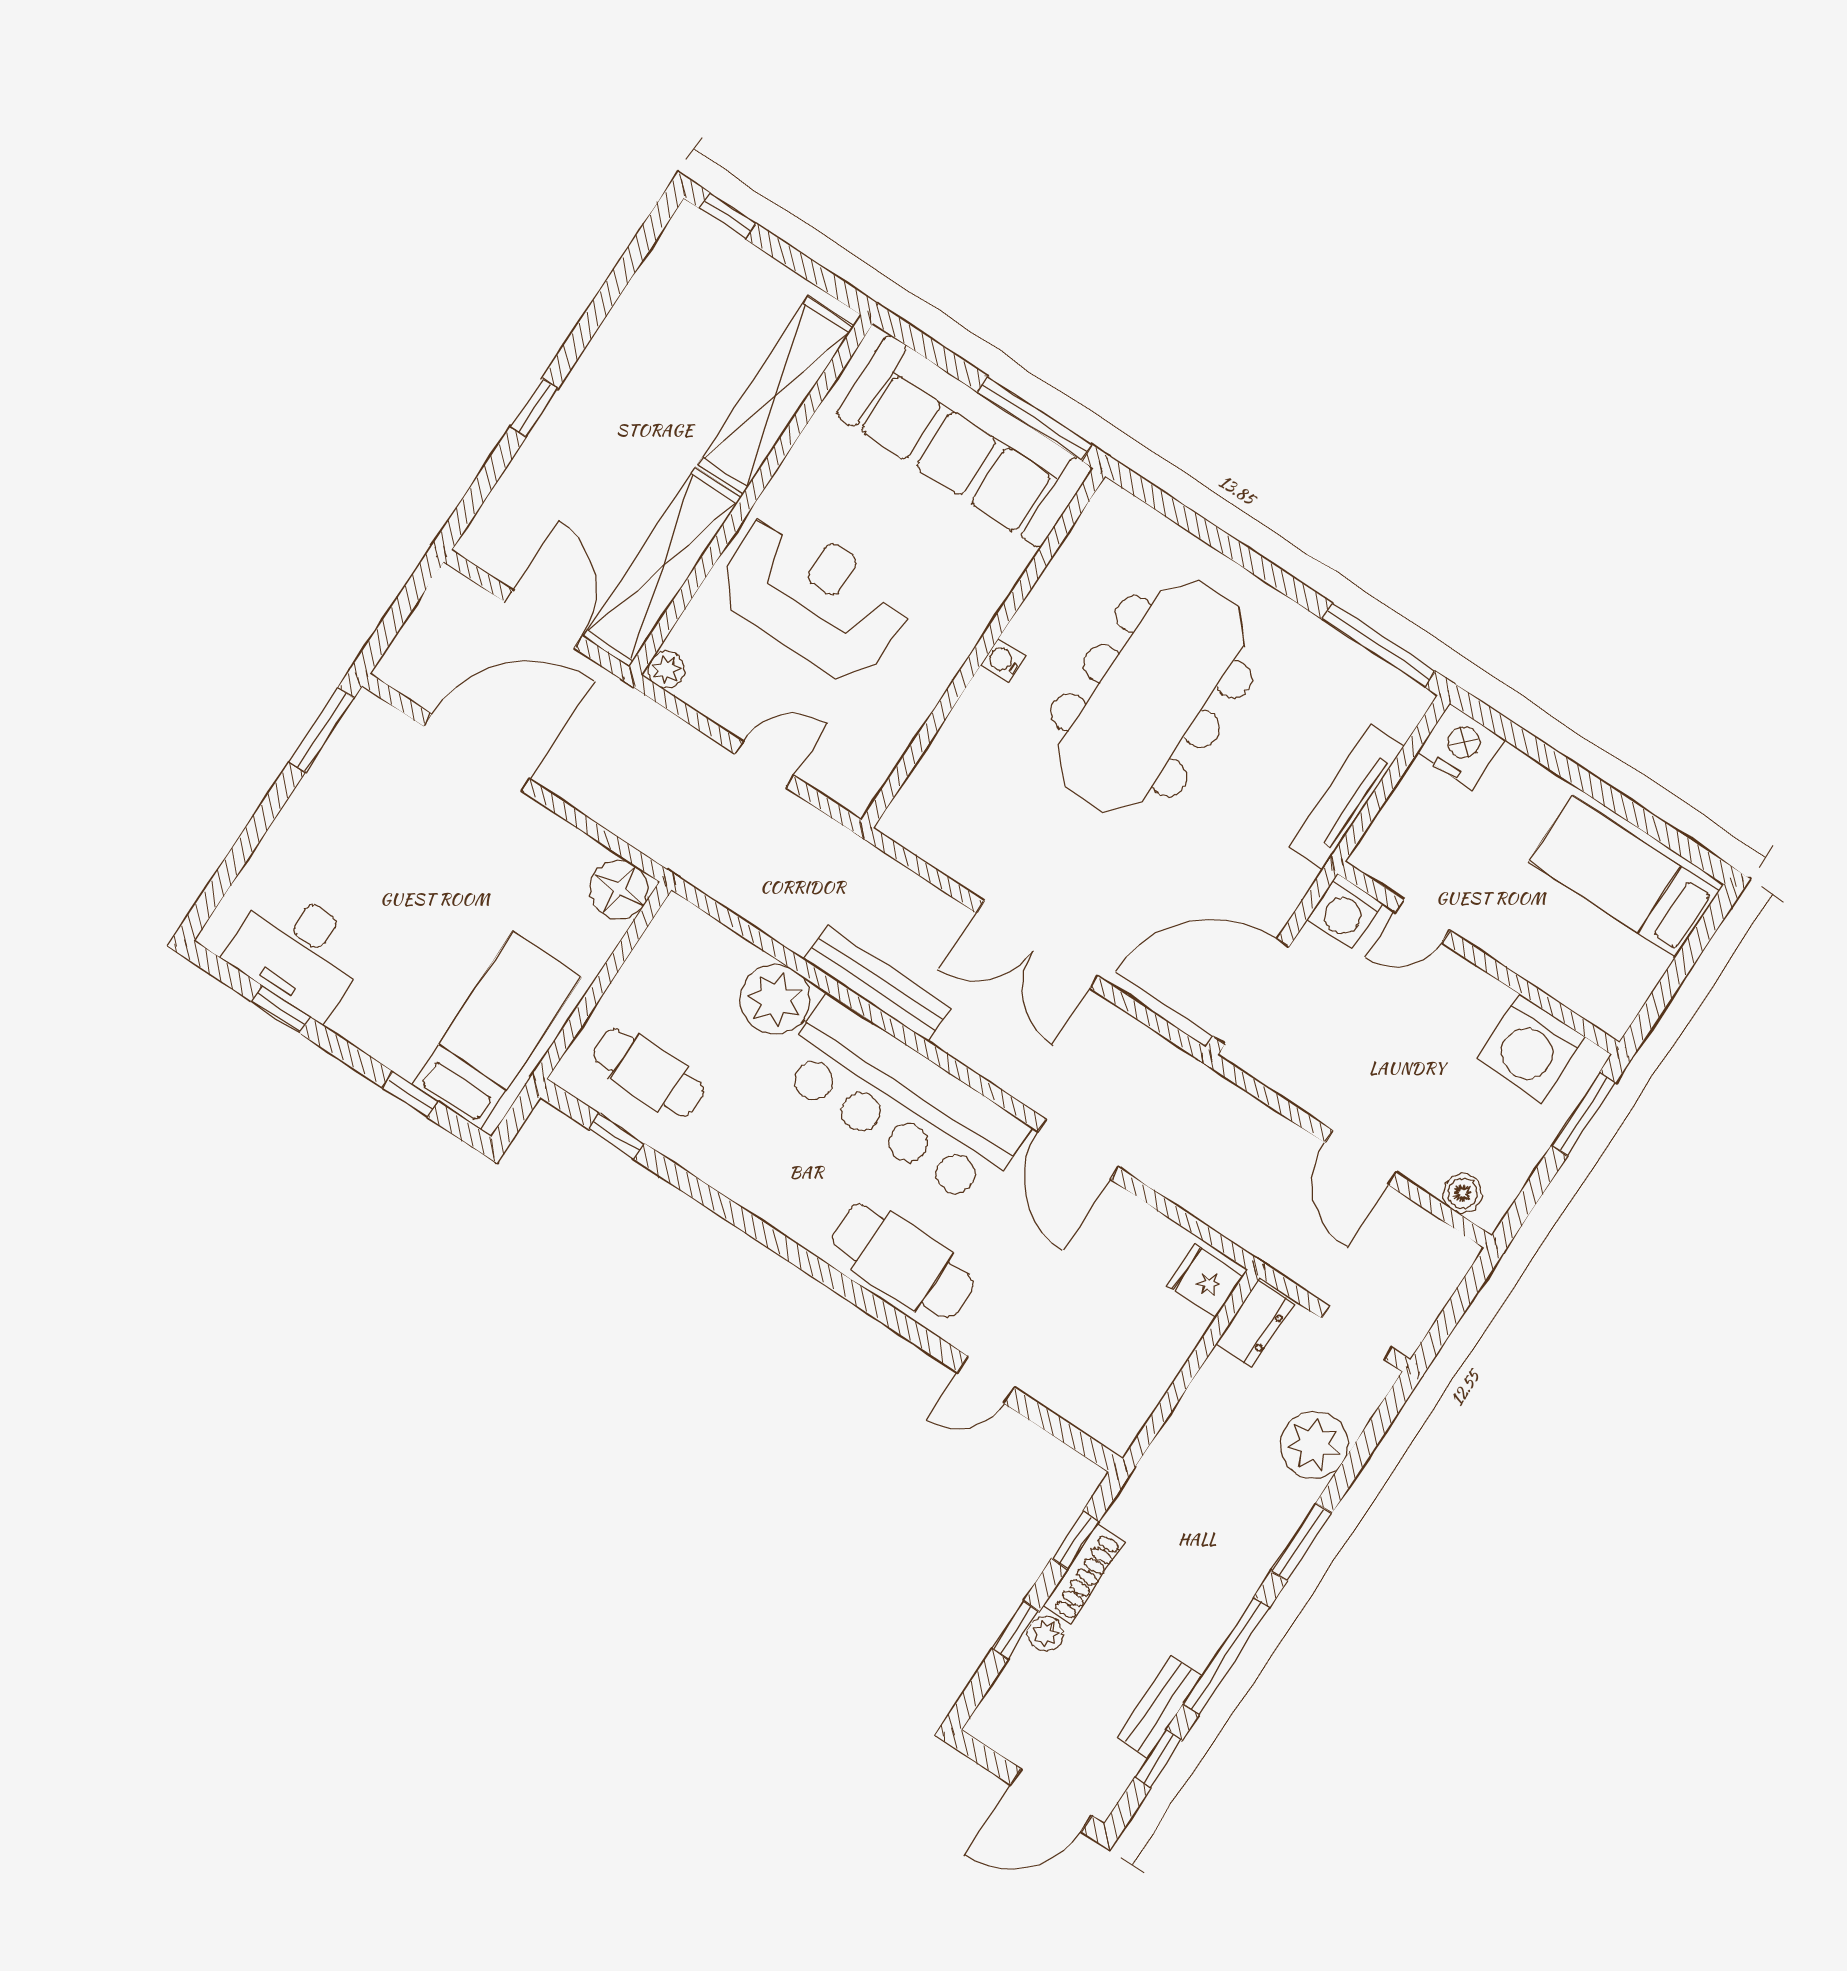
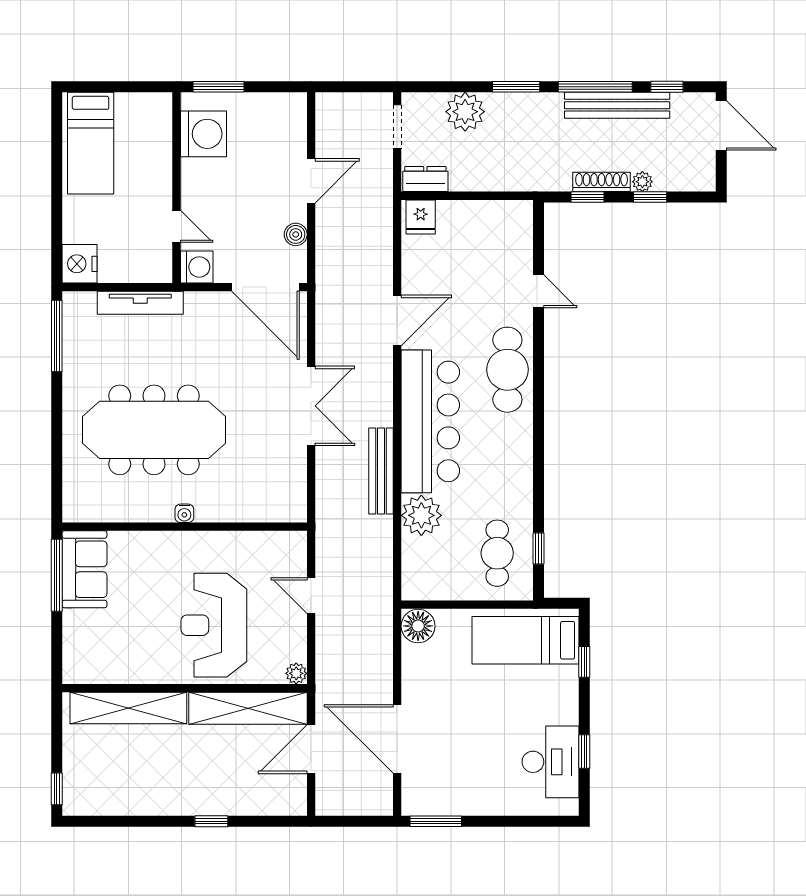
sofa: (964, 441) -> (84, 569), width x0.54, depth x0.79
boiler: (1463, 1193) -> (296, 234), moved
bench: (1160, 1707) -> (617, 105), width x1.86, depth x1.21

